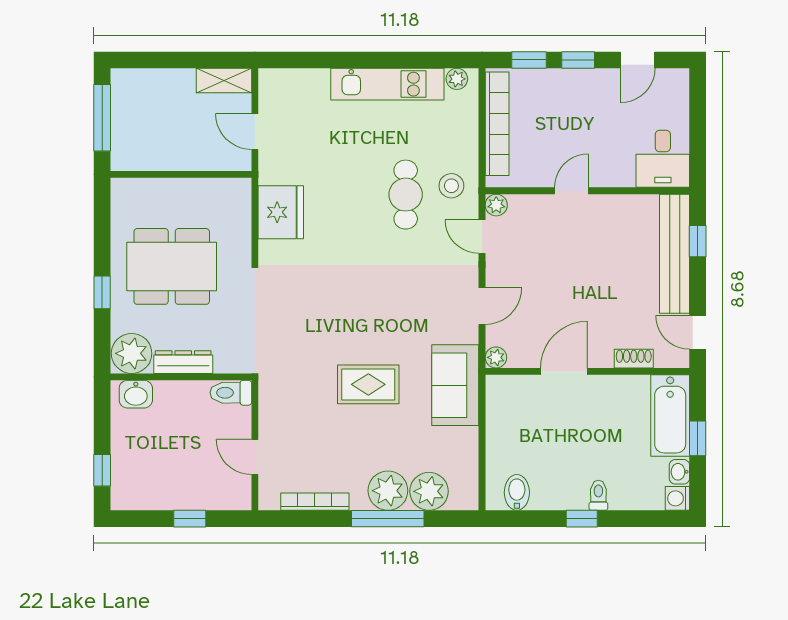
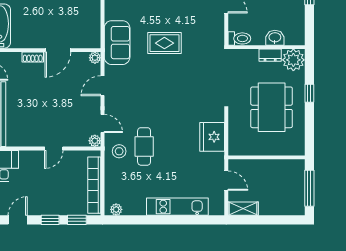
kitchen unit: (387, 84) -> (177, 207), moved
dining table: (172, 266) -> (272, 107), turned 90
shoe rack: (634, 359) -> (33, 57), moved
dresser: (183, 362) -> (270, 55), width x0.70
washbasin: (136, 394) -> (275, 38), moved

